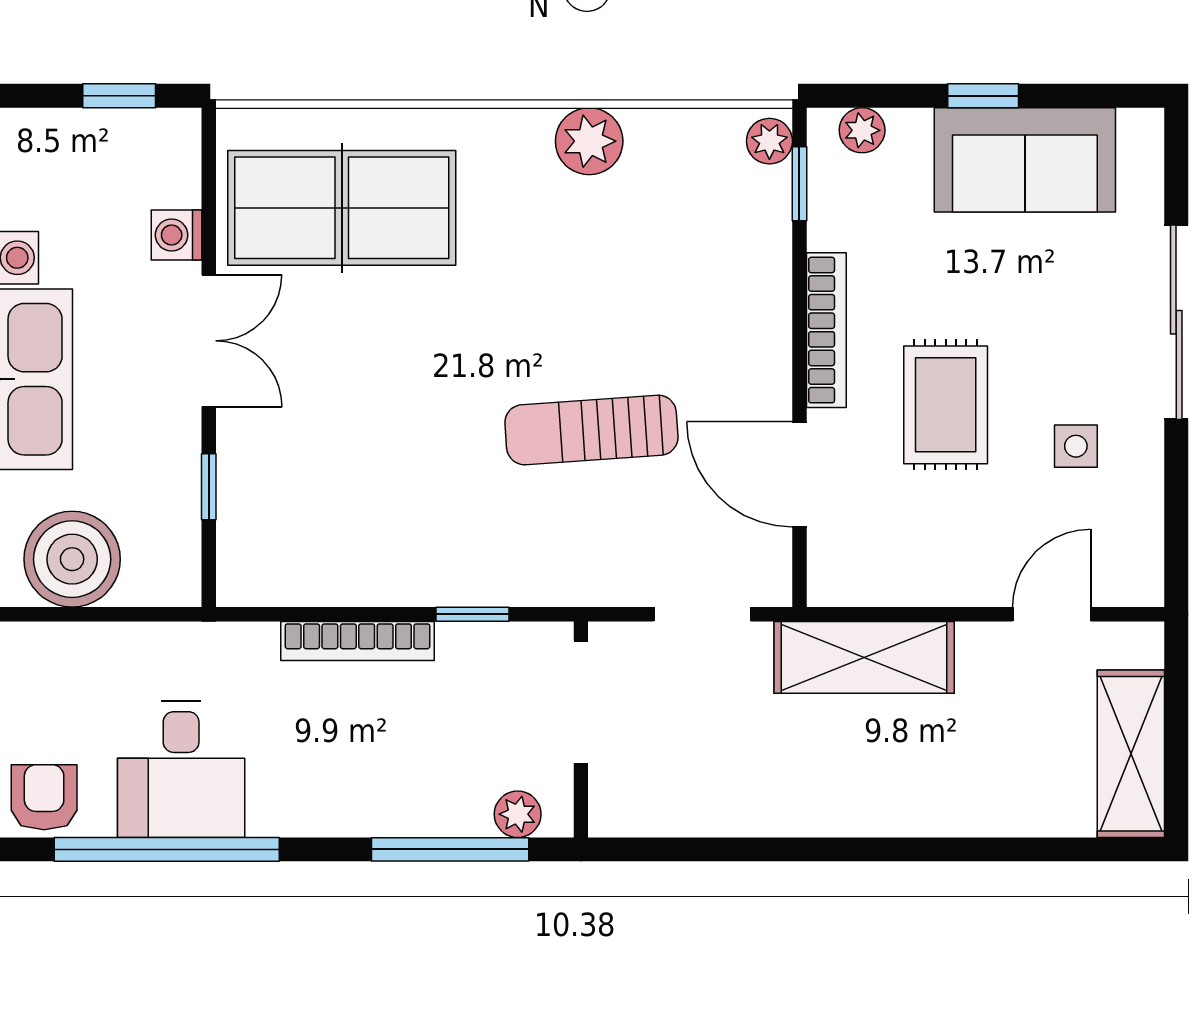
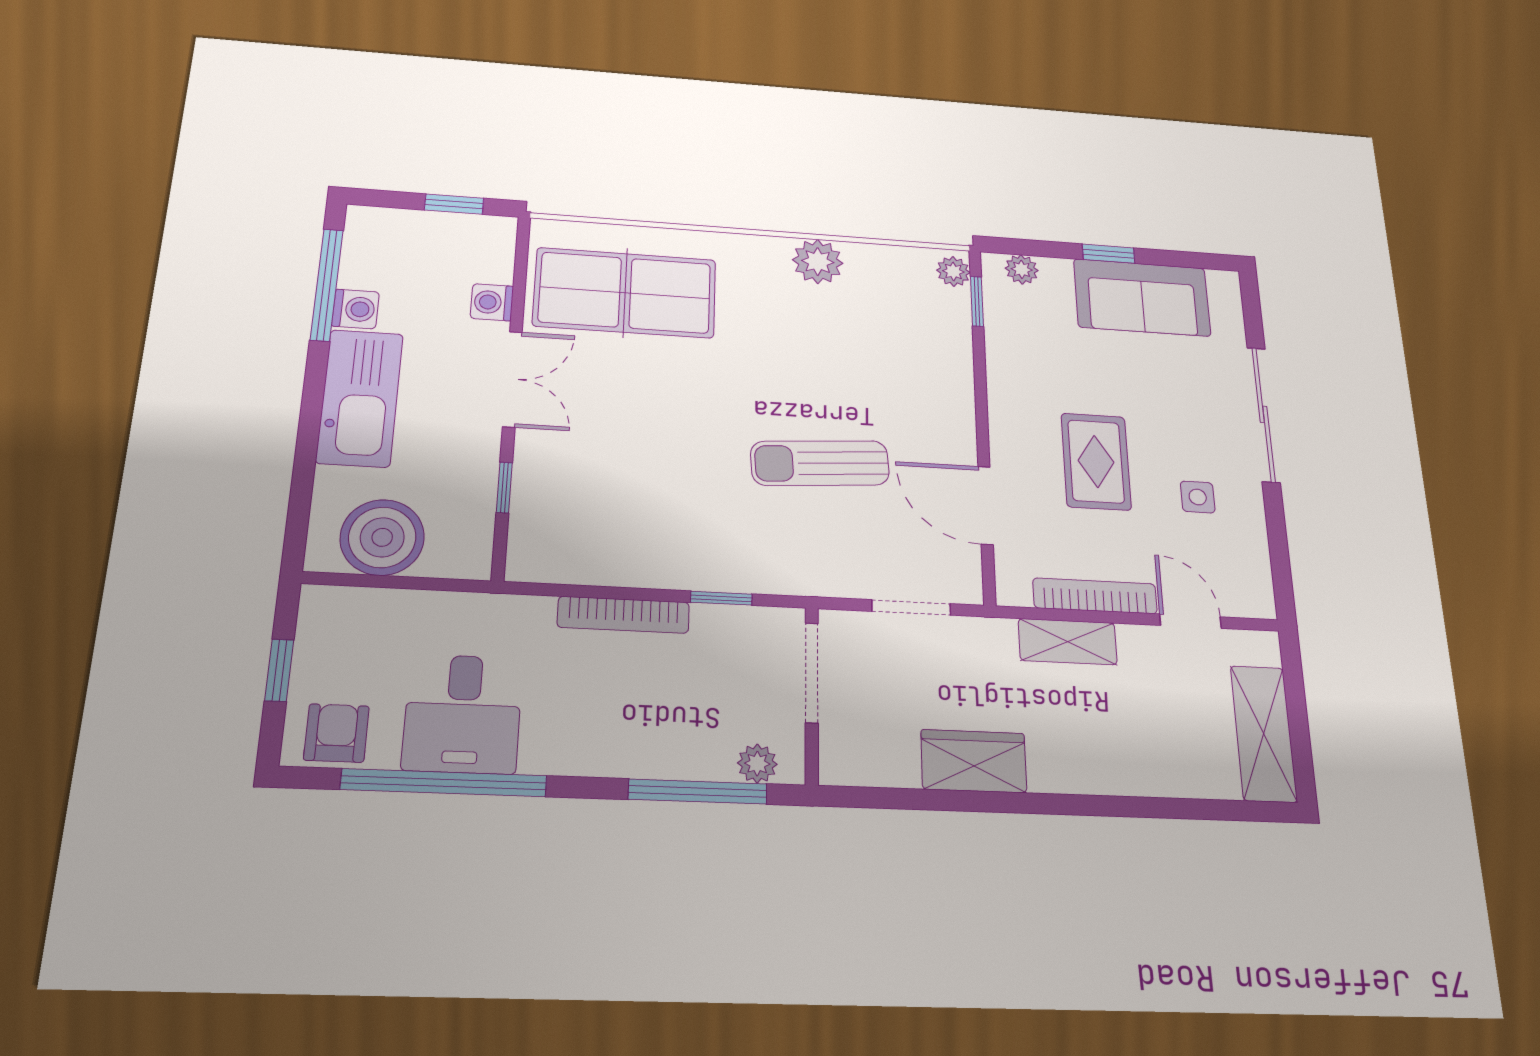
bookcase: (826, 330) -> (1095, 596), moved, turned -90
door: (1052, 614) -> (1190, 621), hinge flipped
shelving: (864, 657) -> (1068, 642), width x0.67, depth x0.75
wardrobe: (772, 802) -> (974, 761), added

